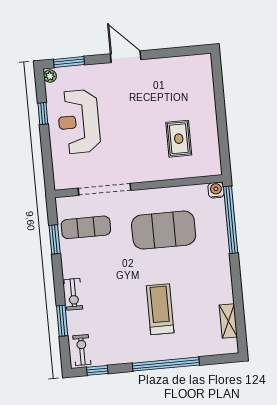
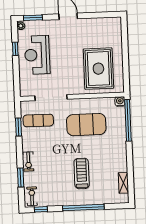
rug: (179, 139) -> (98, 69), width x1.86, depth x2.06

